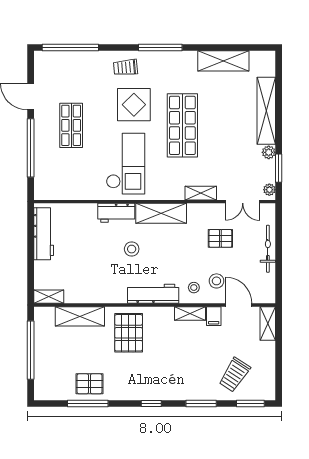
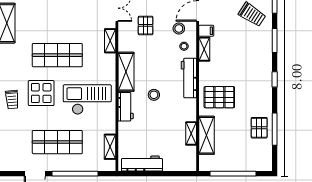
shop shelf: (71, 125) -> (57, 142), width x1.43, depth x1.36
shelving: (65, 193) -> (110, 147), added
shelving: (49, 297) -> (191, 133), moved

